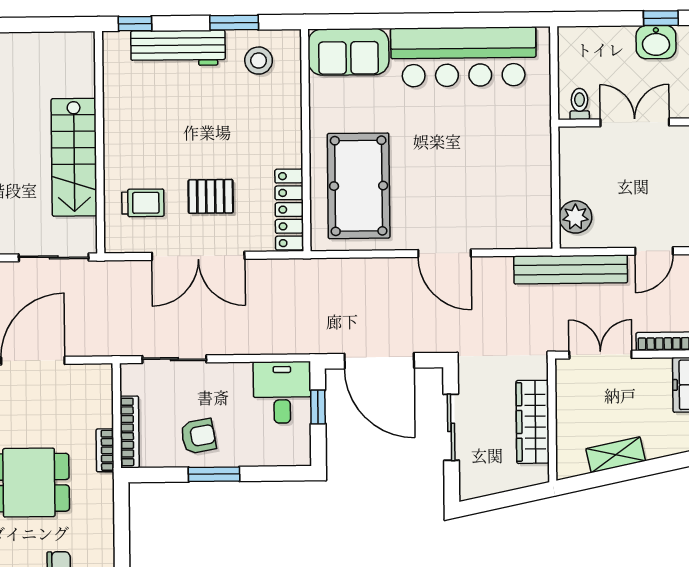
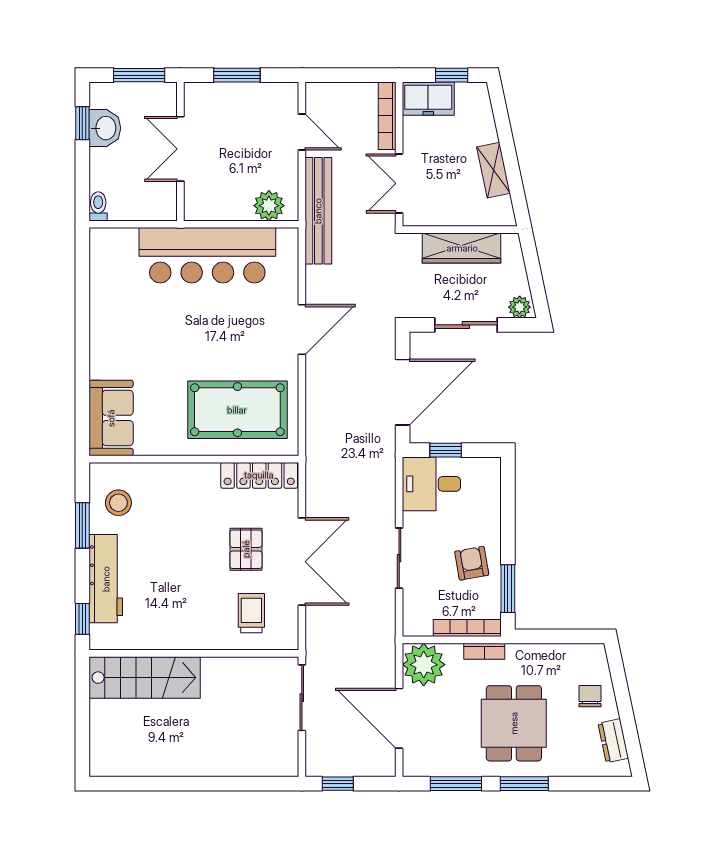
bar counter: (463, 57) -> (207, 255), moved, turned 90
toilet: (580, 104) -> (98, 206), moved, turned 90
stairs: (74, 157) -> (145, 678), moved
sliding door: (174, 359) -> (399, 558), moved
plant: (90, 386) -> (424, 665), added
window: (214, 474) -> (508, 589), moved
plant: (471, 484) -> (520, 307), added

